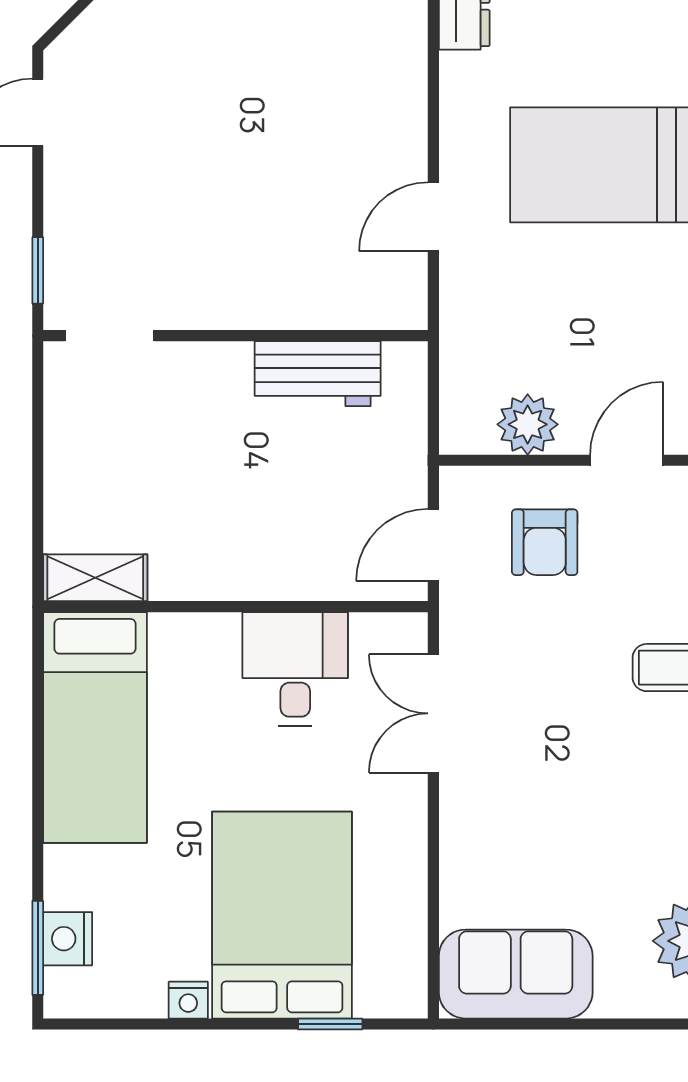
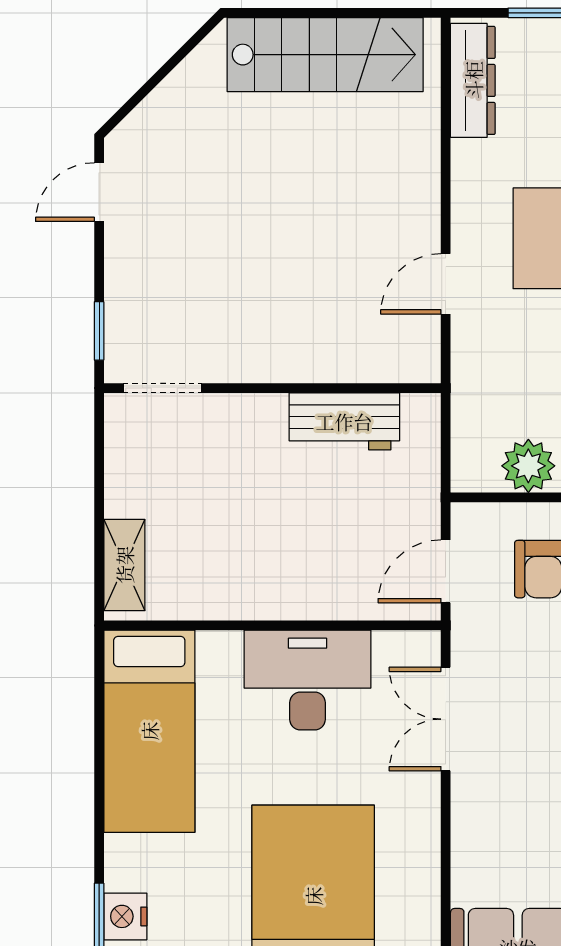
shelving: (95, 578) -> (124, 565), moved, turned 90
desk: (295, 669) -> (308, 680), width x1.37

